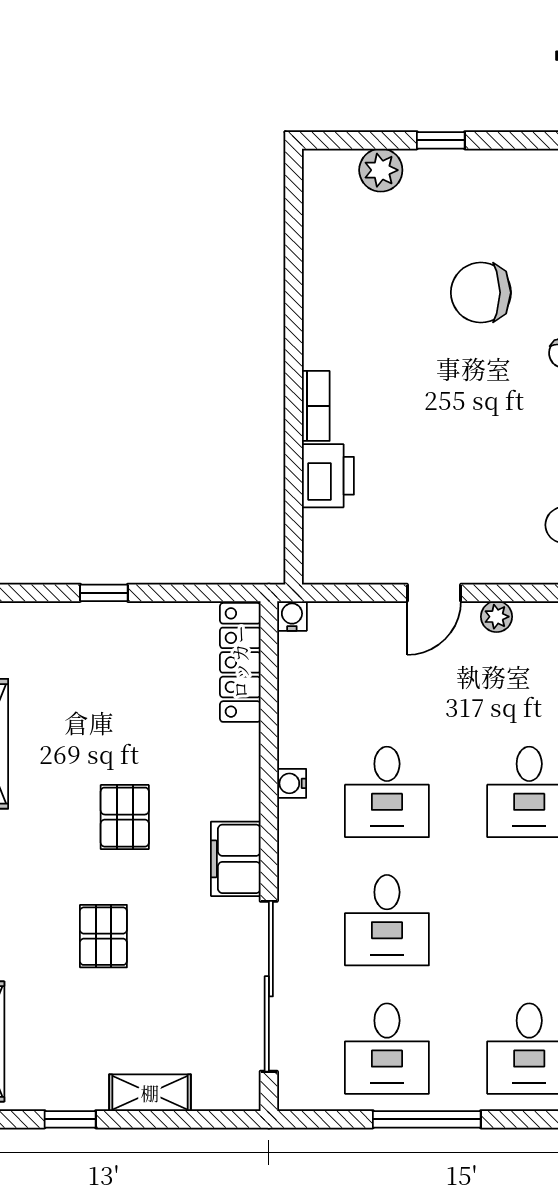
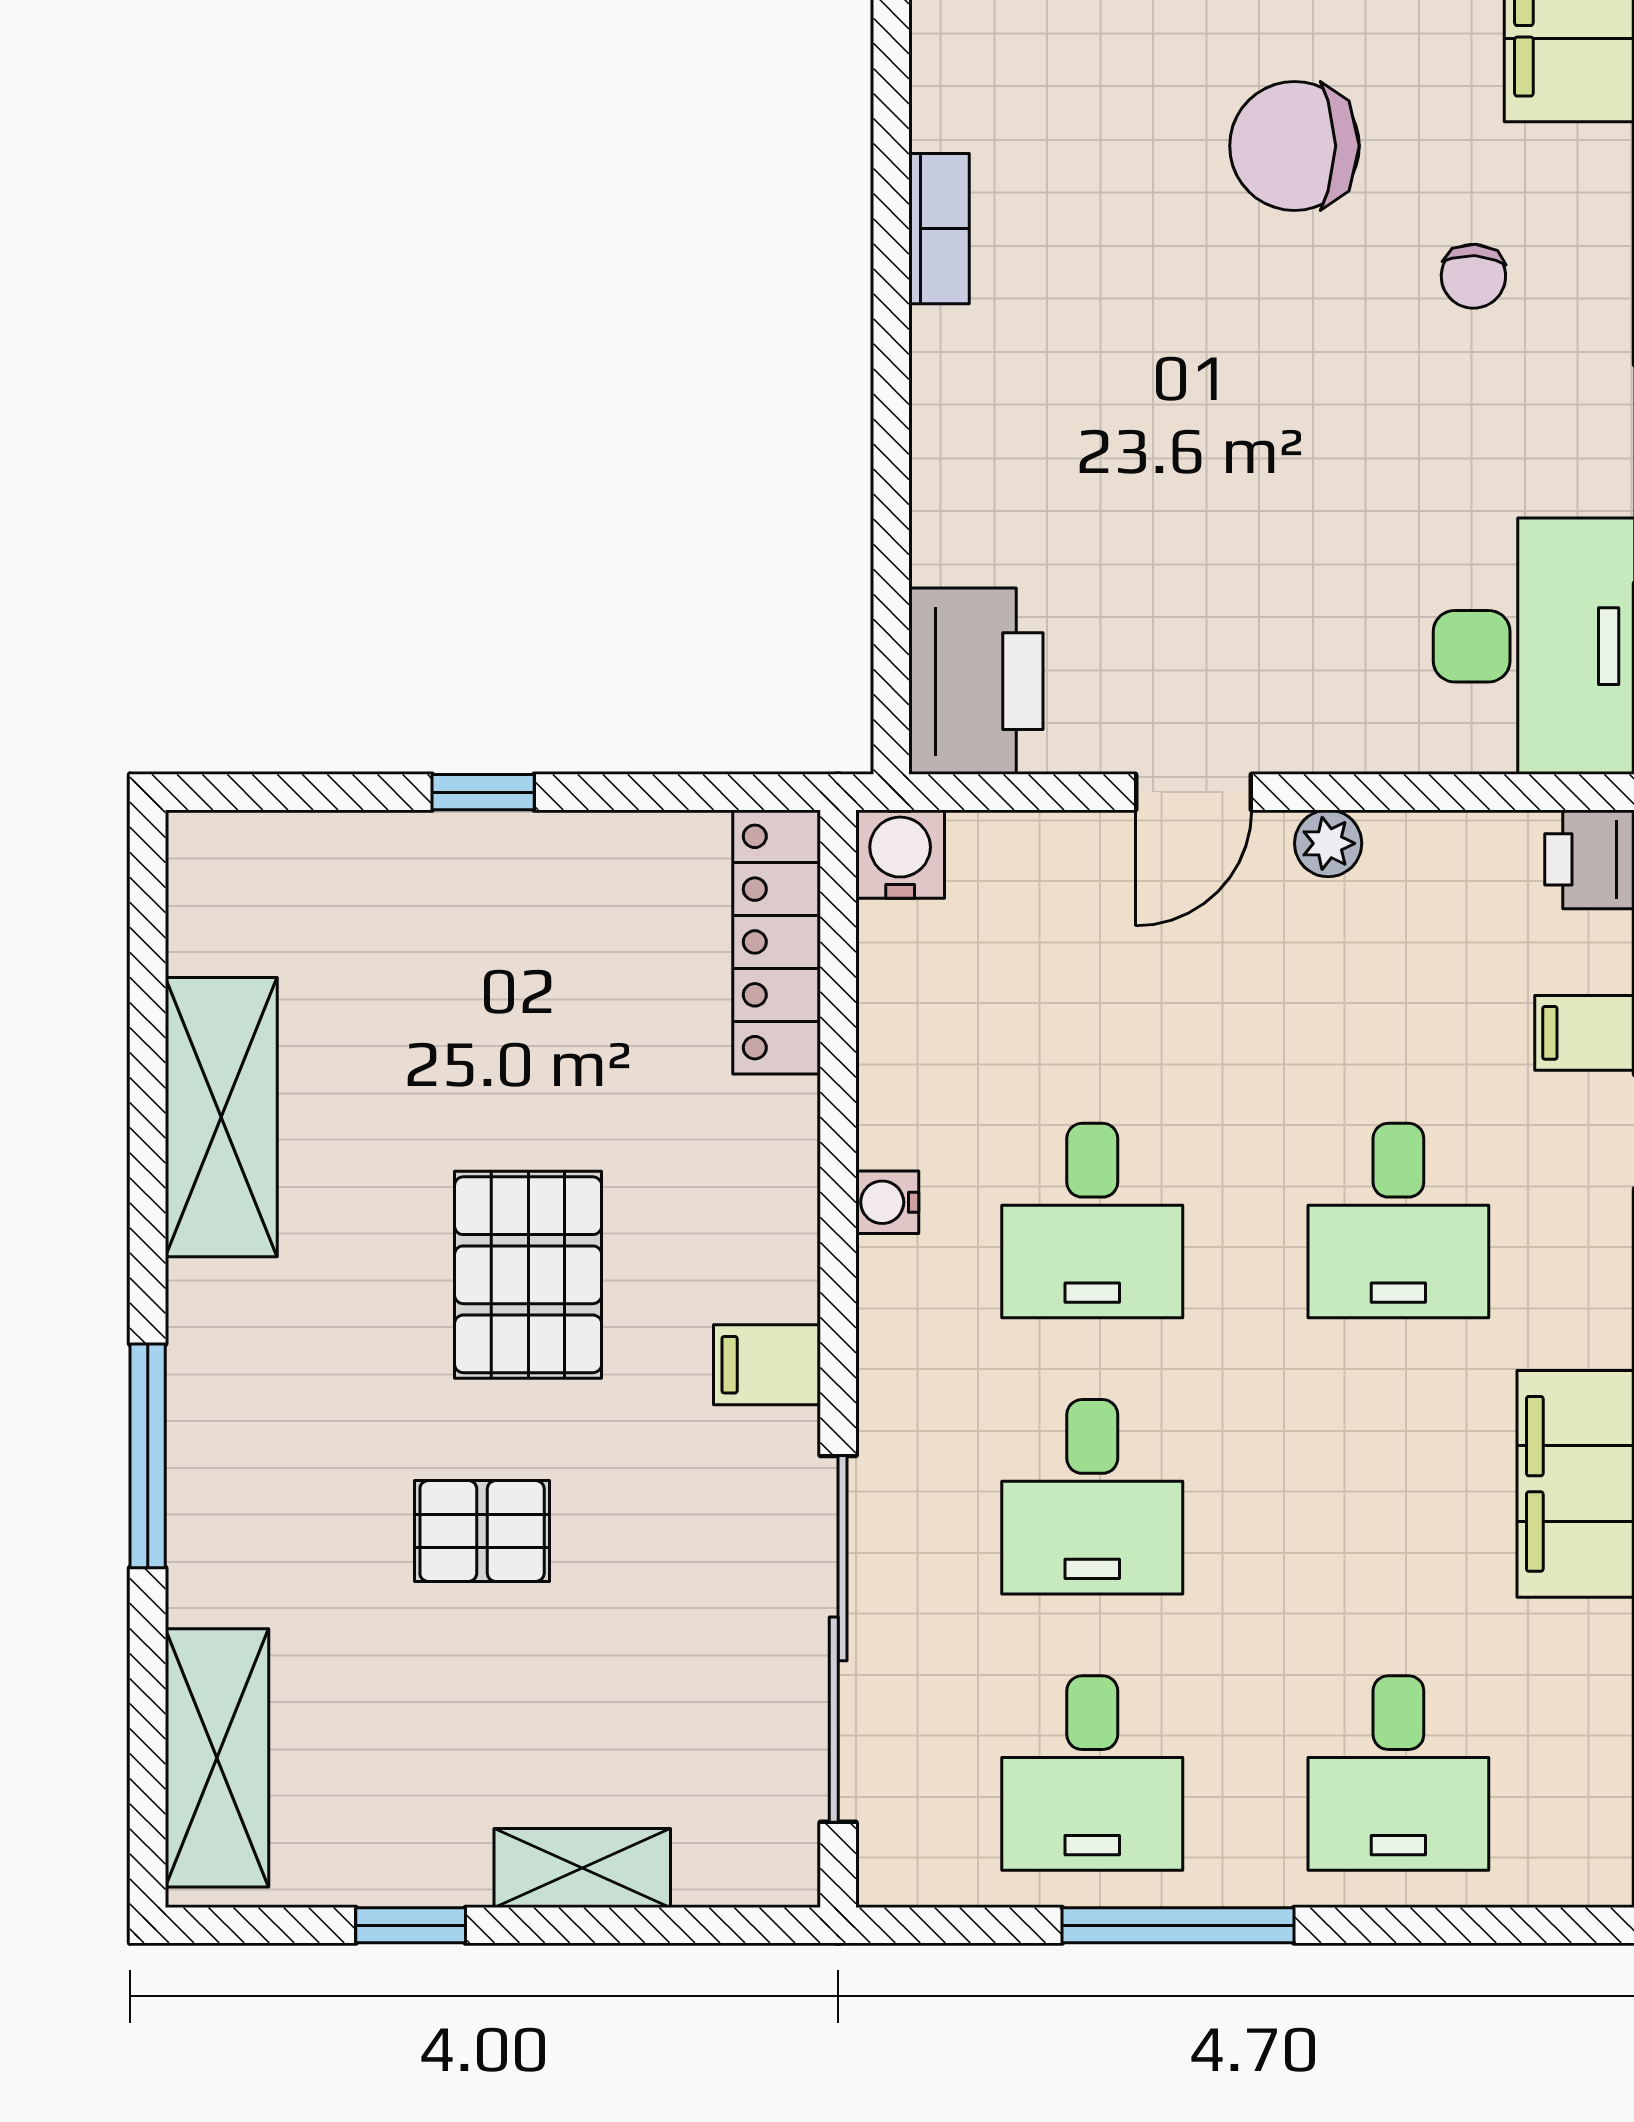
bookcase: (316, 406) -> (939, 229), moved
printer: (328, 476) -> (976, 681), moved, width x1.37, depth x1.19
water cooler: (292, 616) -> (900, 854), width x1.38, depth x1.38
pallet: (125, 817) -> (528, 1275), width x1.50, depth x1.42
filing cabinet: (236, 859) -> (767, 1365), width x0.50
pallet: (103, 936) -> (482, 1531), turned 90

